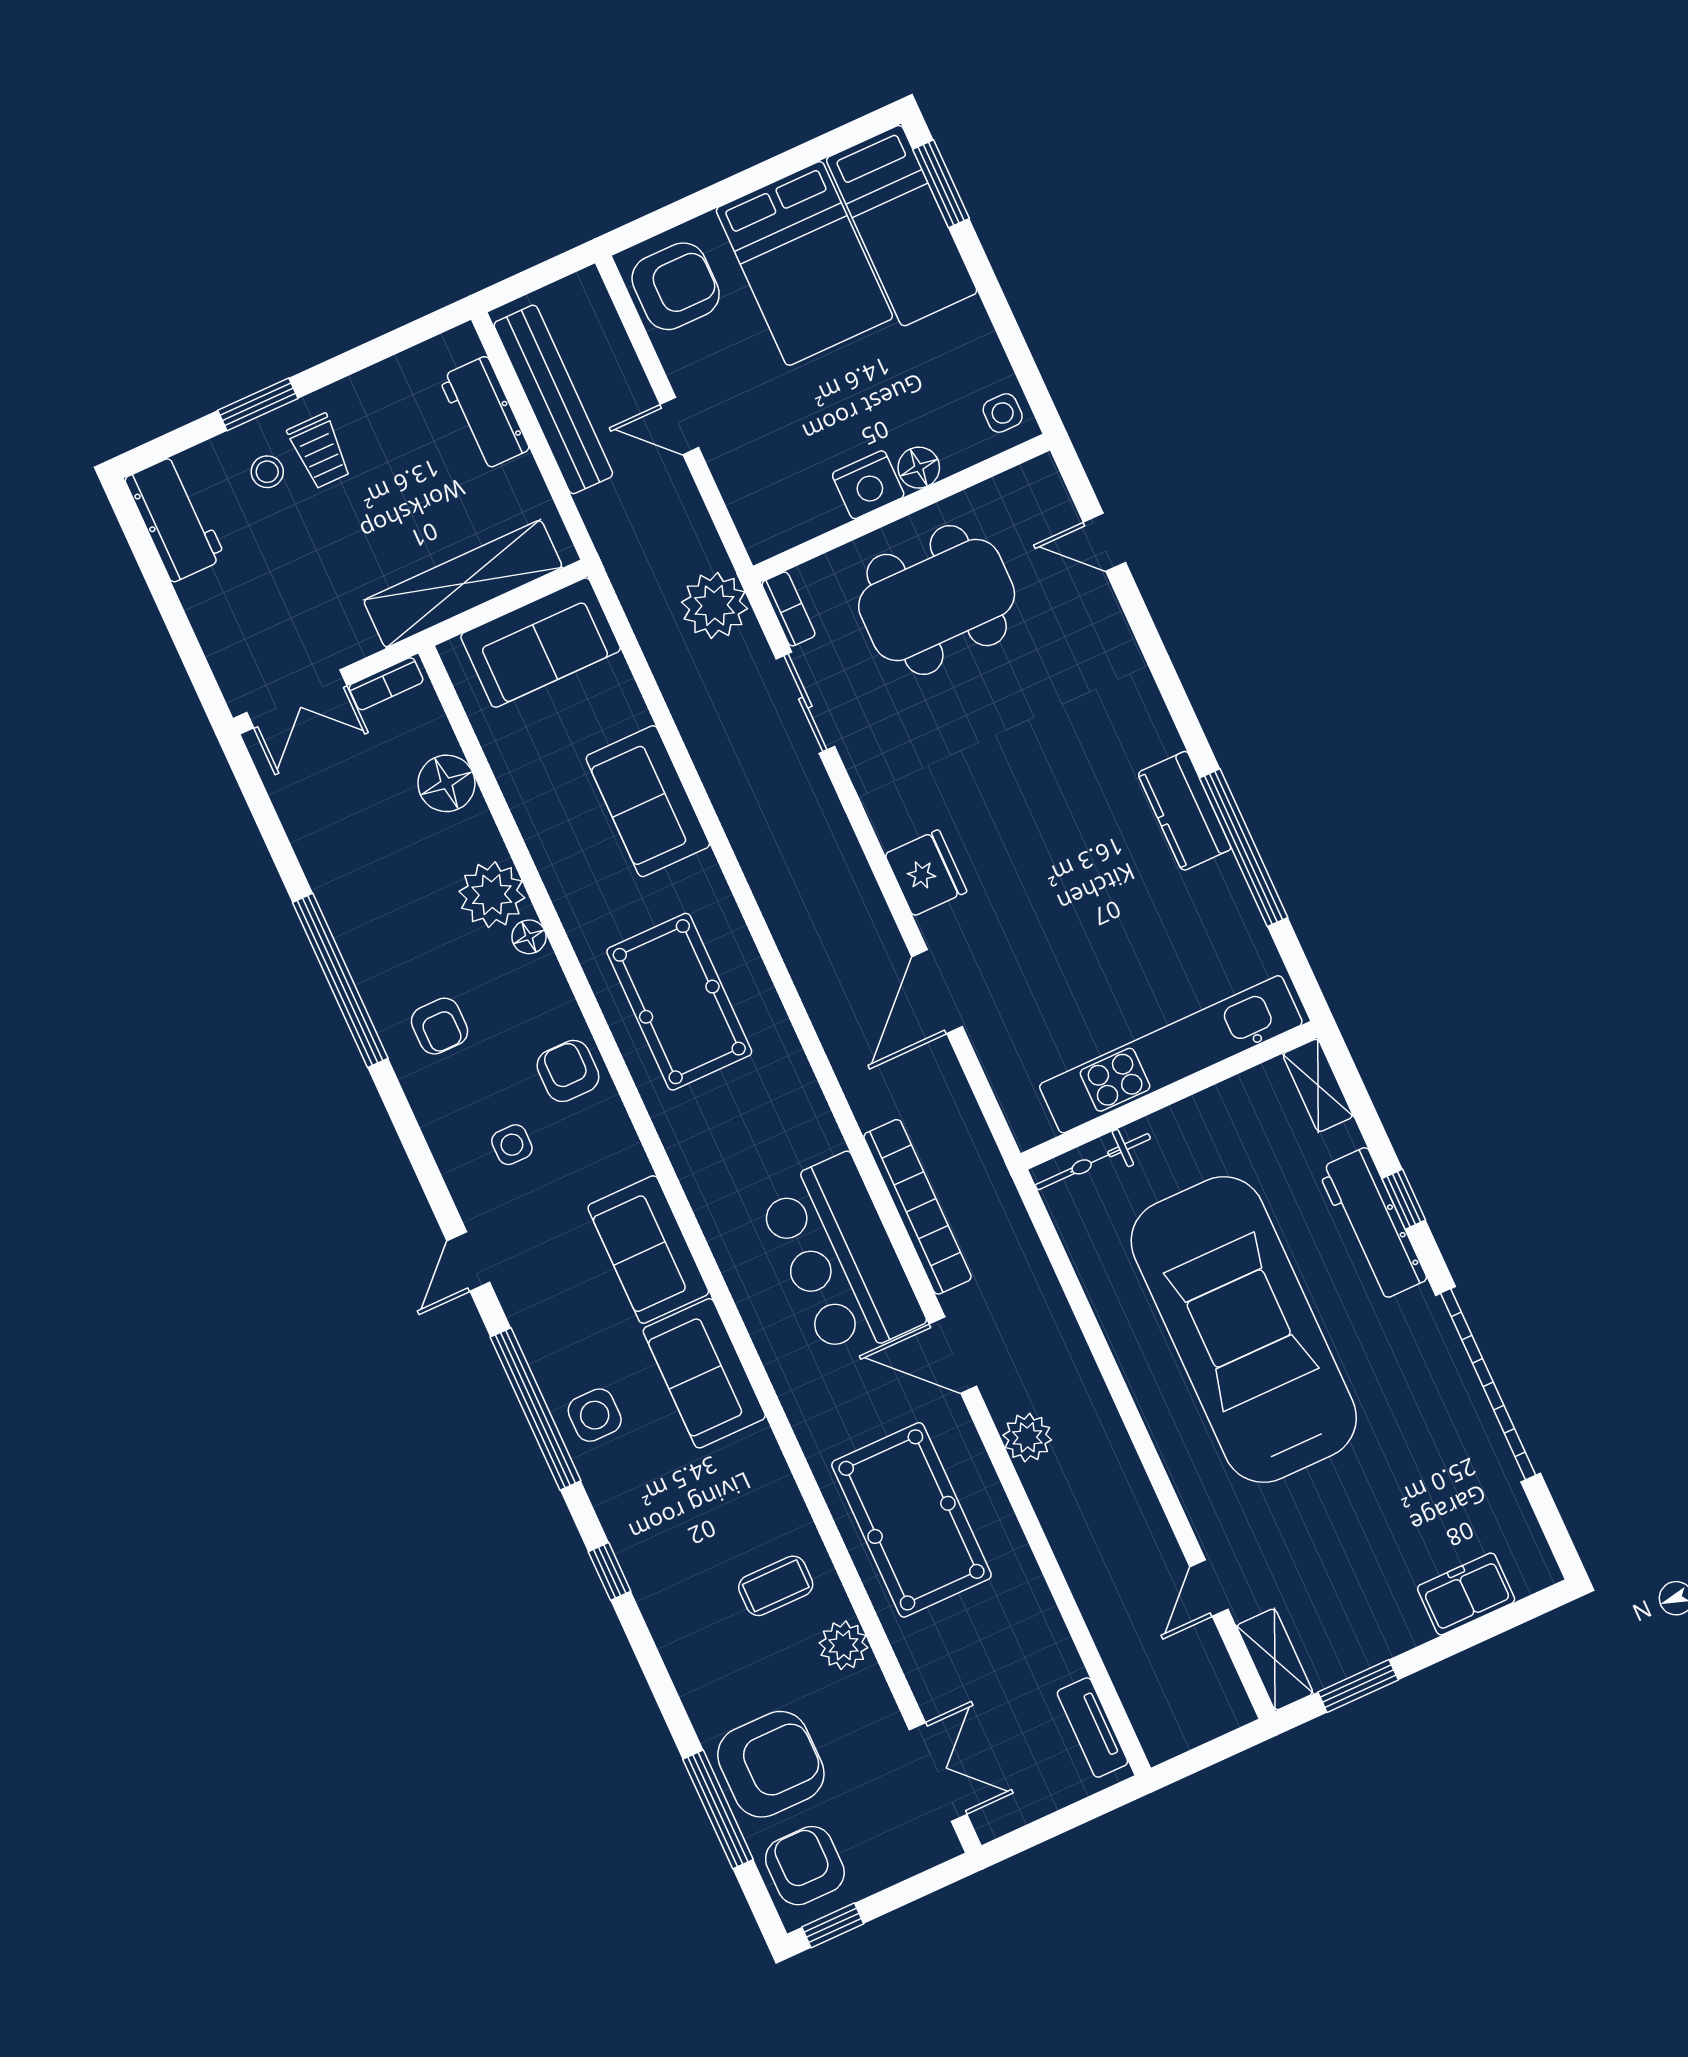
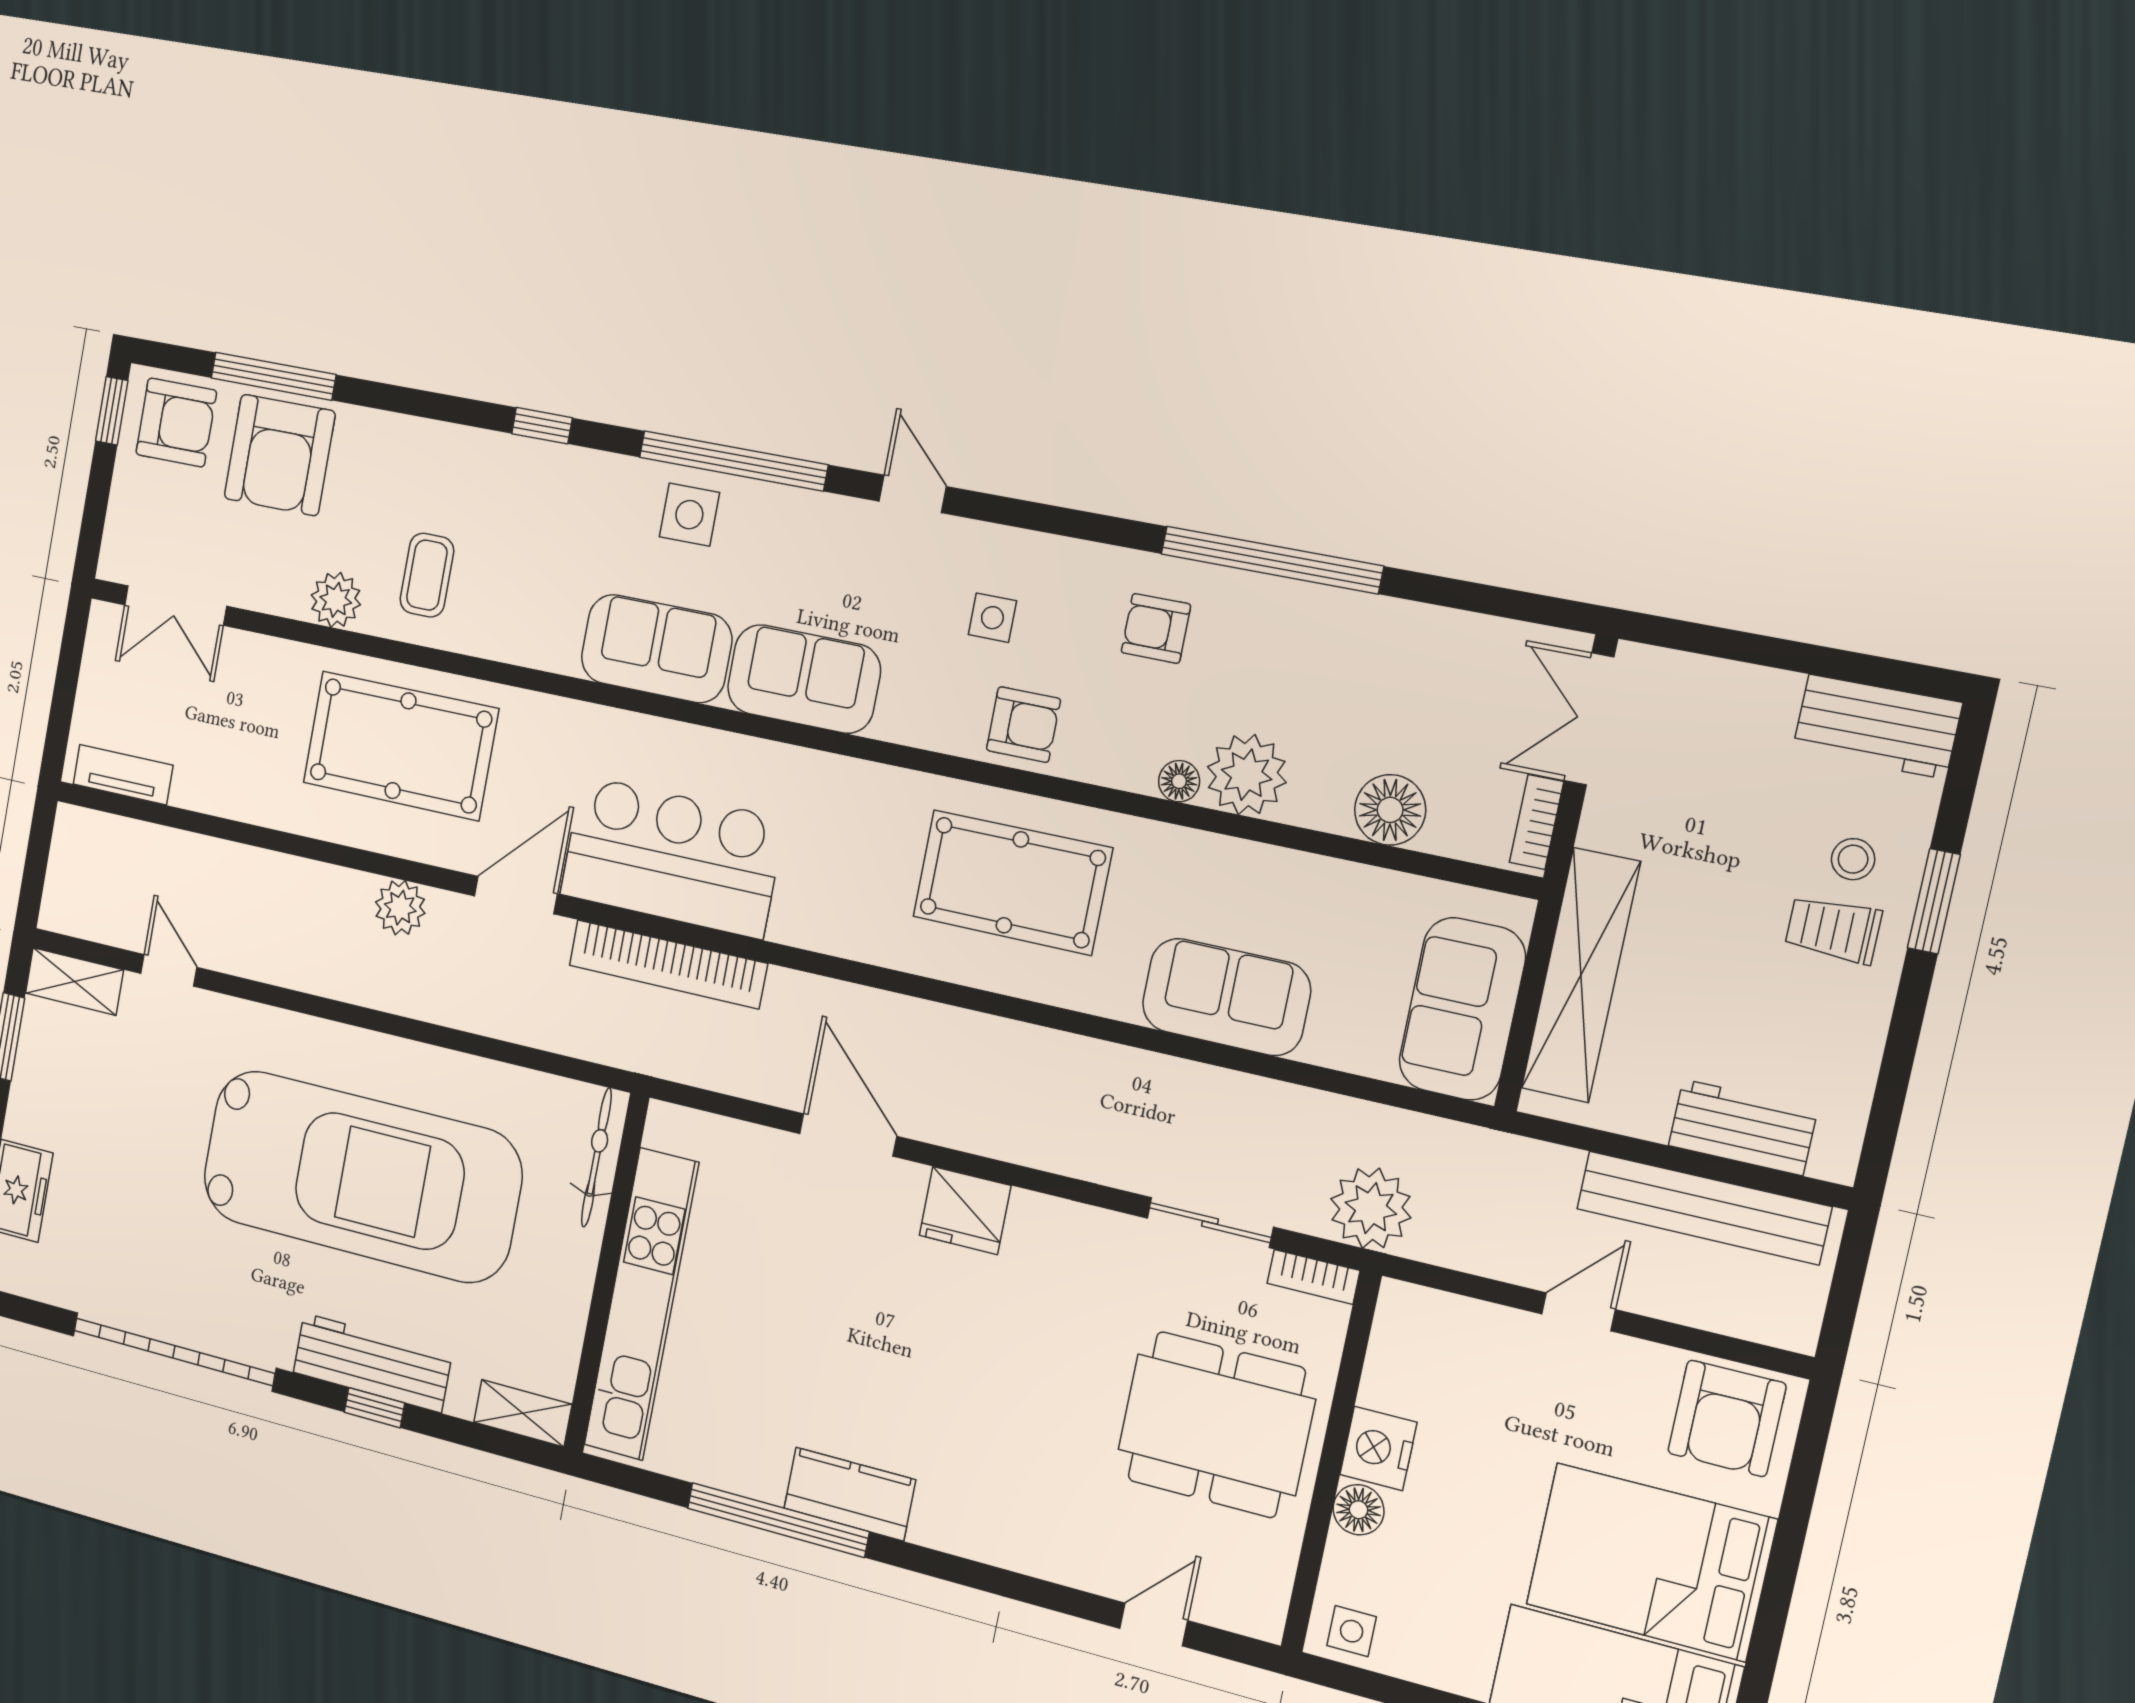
dining table: (937, 600) -> (1216, 1425), turned 90

